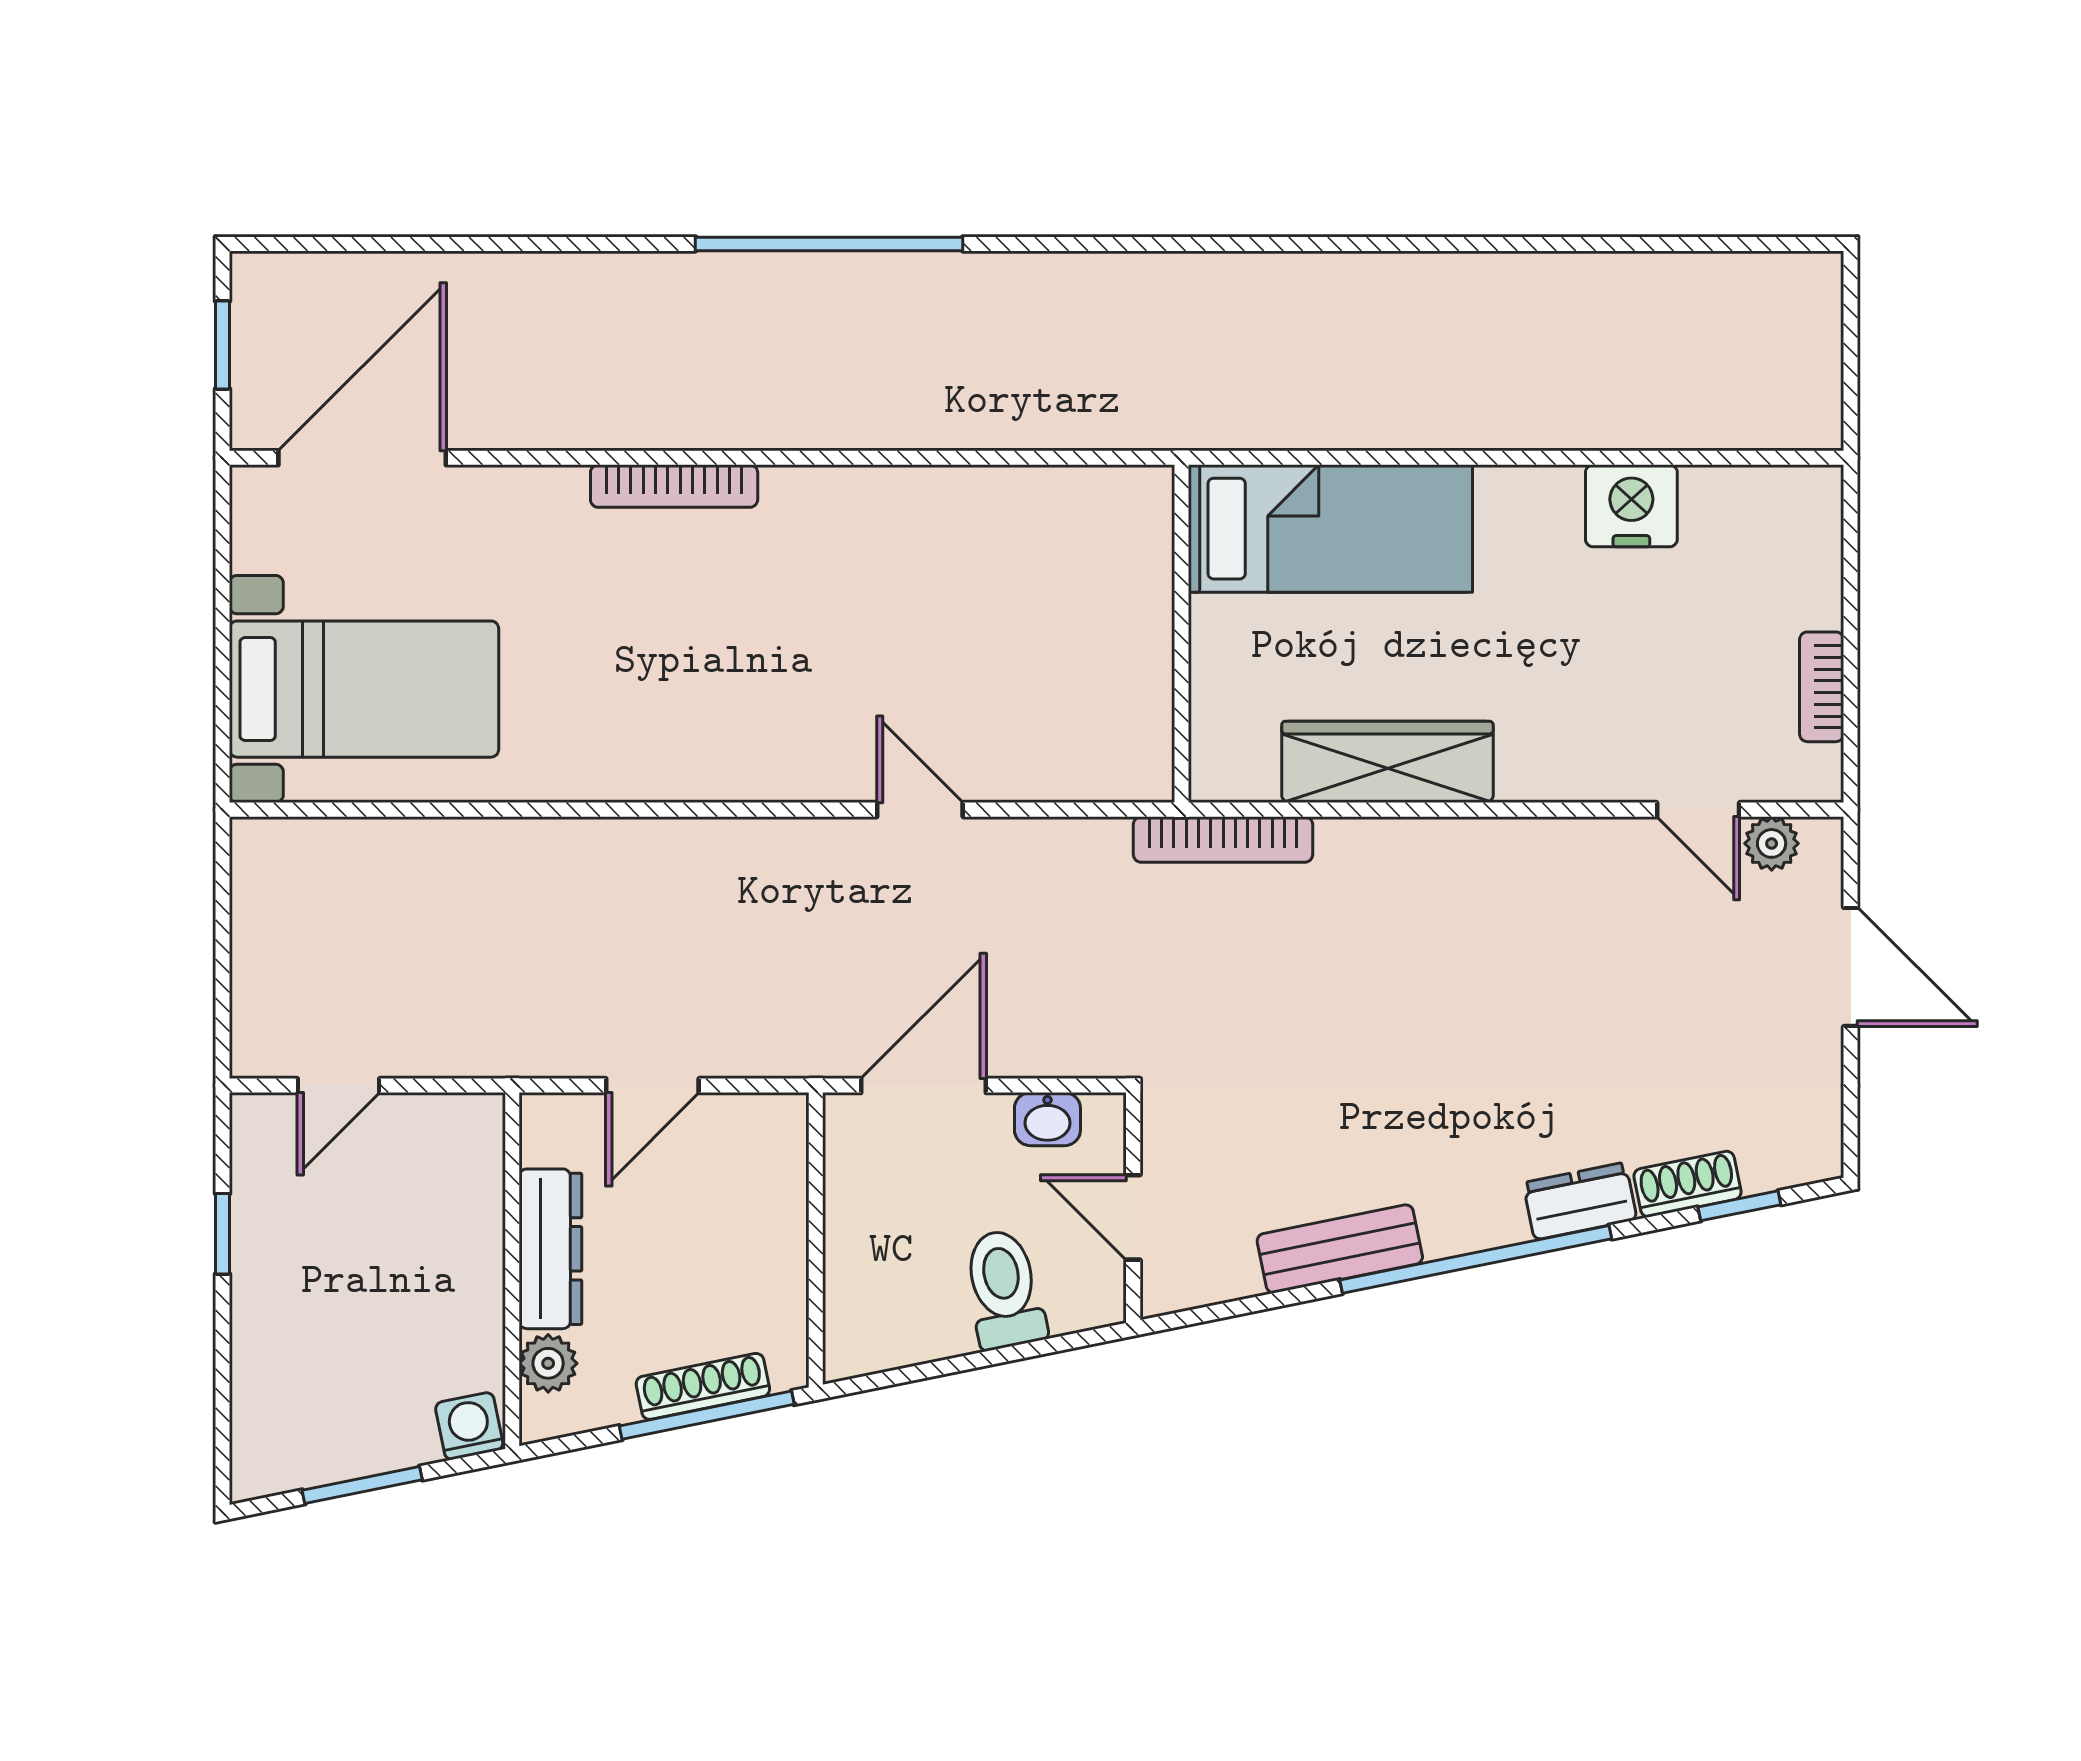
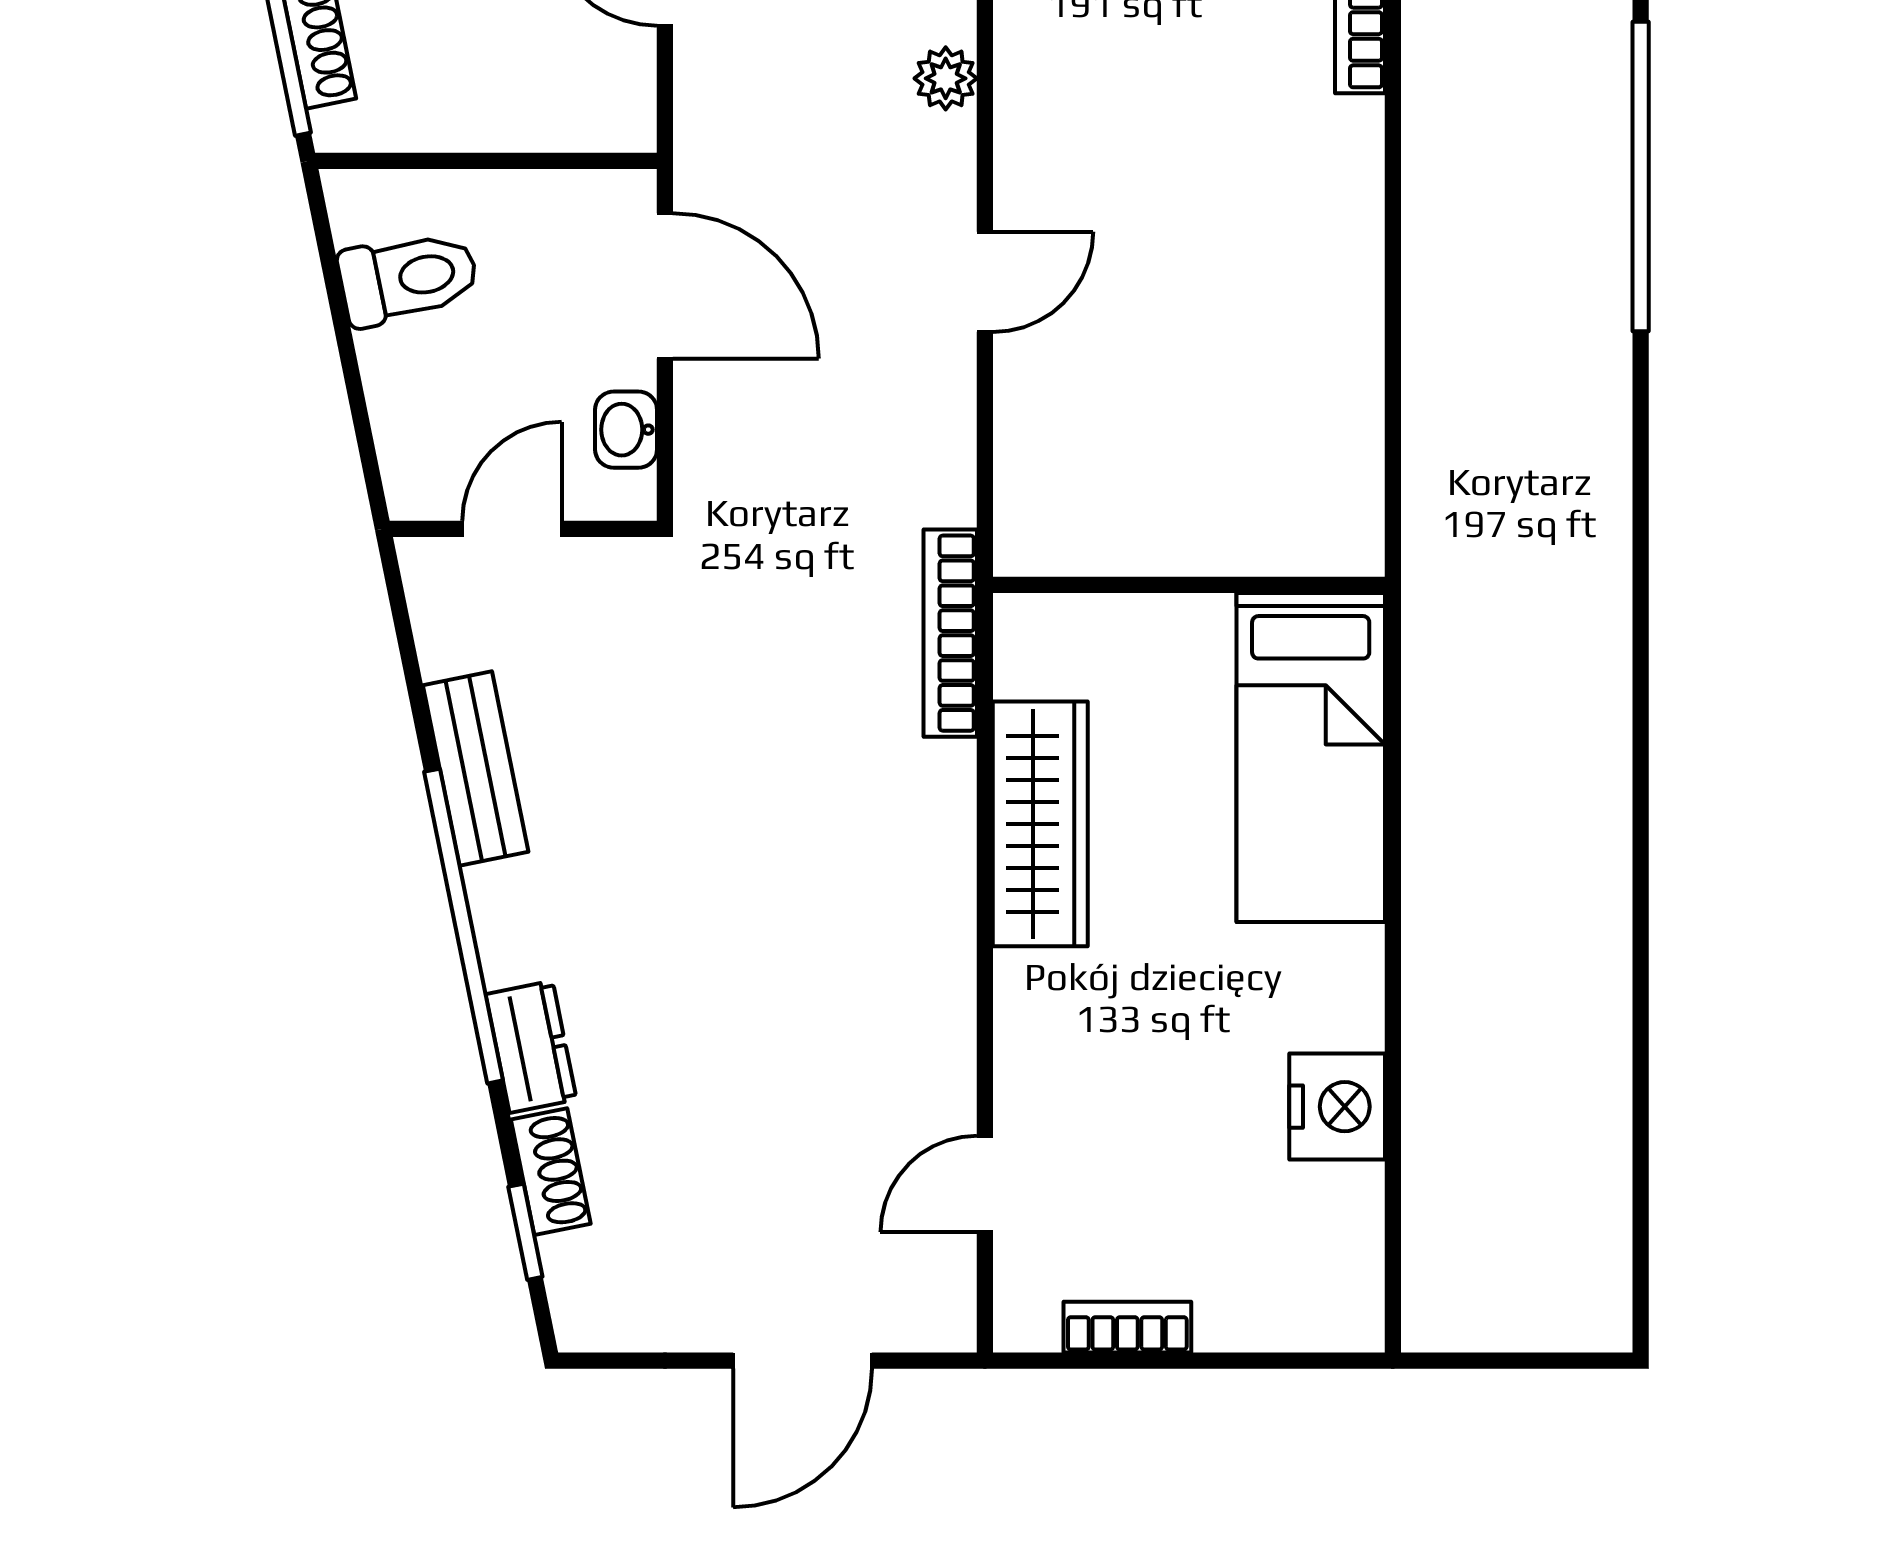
plant: (1772, 843) -> (946, 78), moved
toilet: (1004, 1289) -> (408, 278), moved

